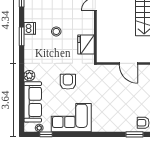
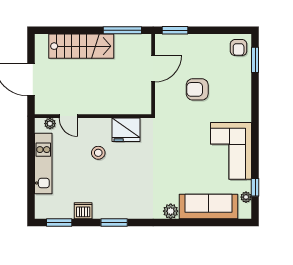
dishwasher: (30, 28) -> (83, 211), moved
stool: (56, 31) -> (98, 153), moved
armchair: (68, 82) -> (197, 89), moved

